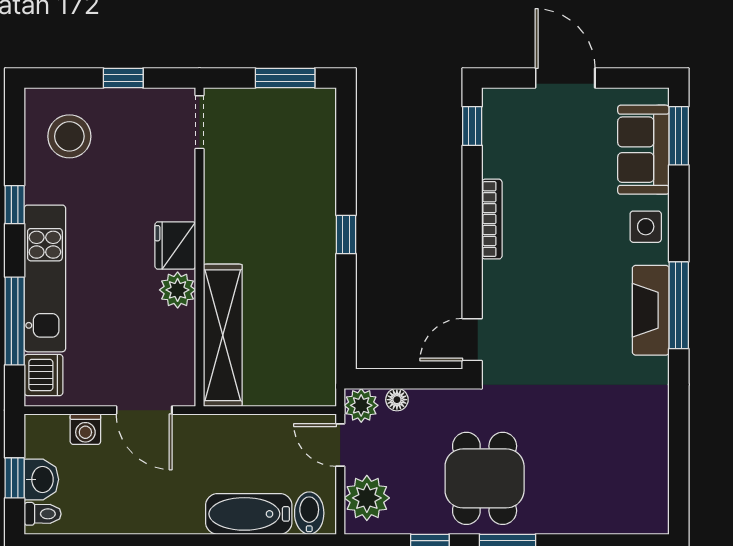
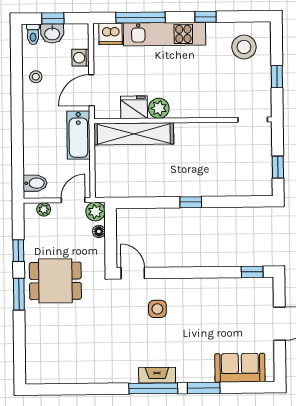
window: (285, 78) -> (278, 167), width x0.67
window: (679, 136) -> (204, 388), moved
bookcase: (492, 219) -> (200, 283), removed
side table: (646, 227) -> (157, 309), moved
fridge: (175, 246) -> (134, 107), moved
fireplace: (651, 310) -> (157, 375), width x0.73, depth x0.76
plant: (367, 498) -> (44, 209), width x0.53, depth x0.53
stool: (119, 510) -> (36, 77), added
bathtub: (249, 514) -> (78, 135), moved, turned 180

